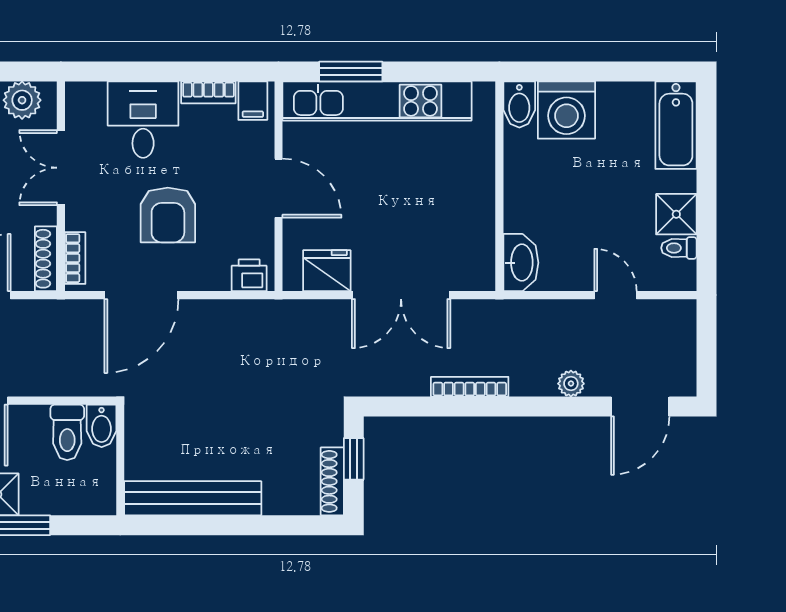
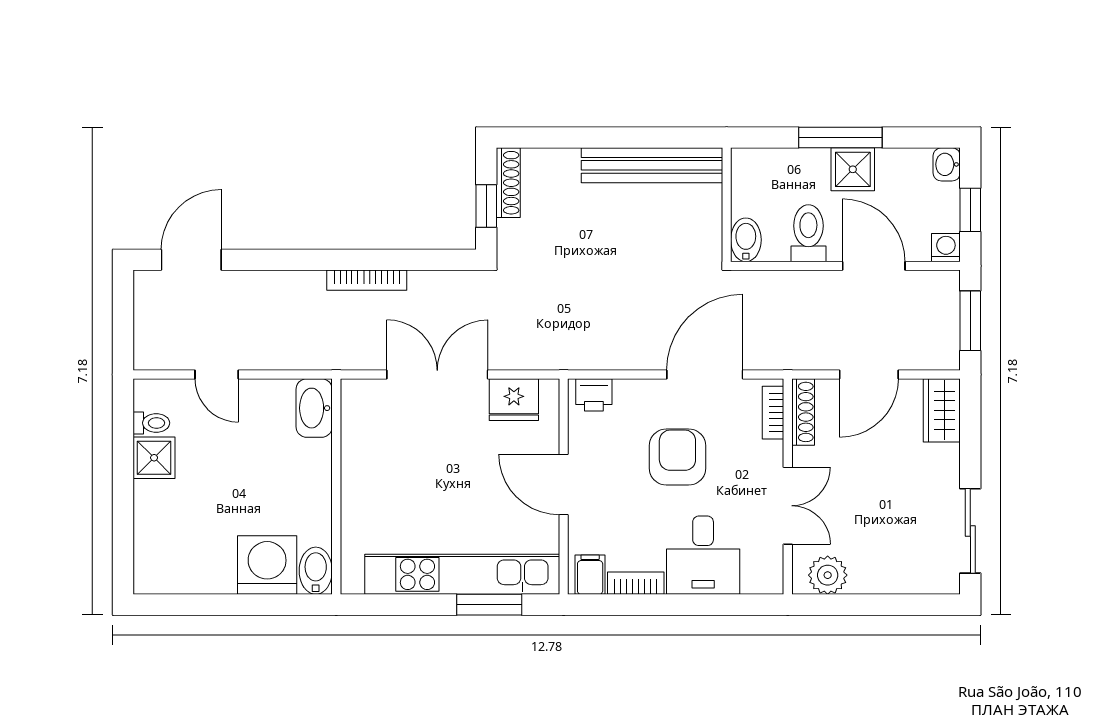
bathtub: (676, 125) -> (154, 549), removed
plant: (571, 384) -> (262, 283), removed
toilet: (67, 432) -> (808, 233), moved

